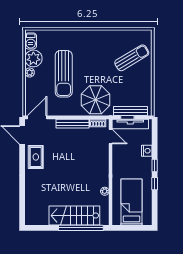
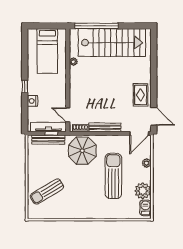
plant: (30, 72) -> (147, 163), moved
window: (155, 184) -> (25, 69), removed
stairs: (74, 215) -> (112, 43), width x1.36, depth x1.51

